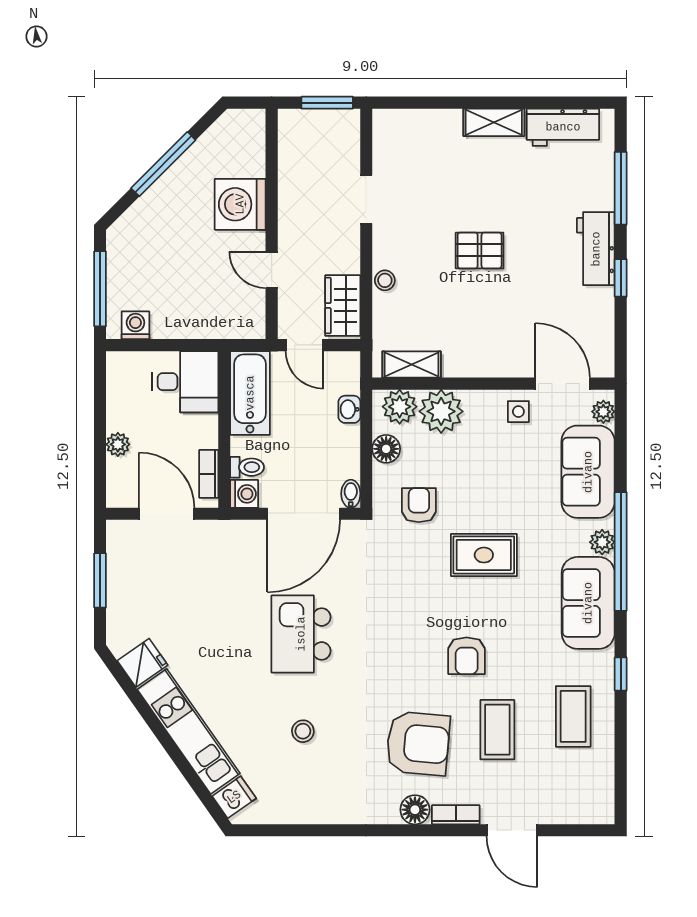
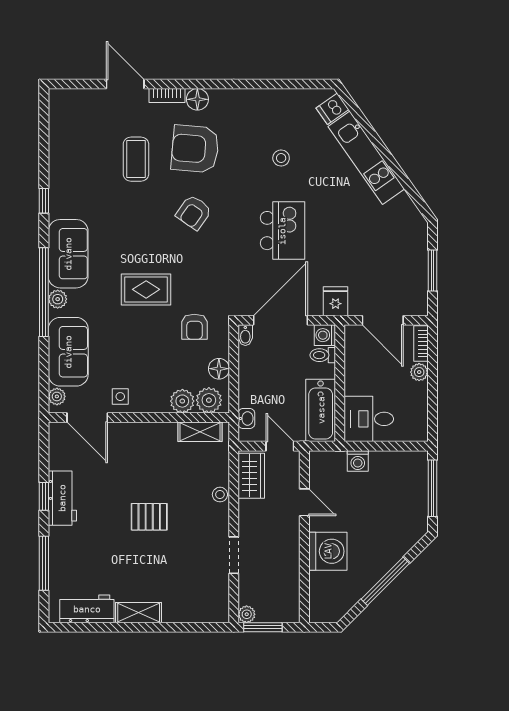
plant: (349, 120) -> (247, 614), added
workbench: (596, 249) -> (62, 498), moved
washing machine: (135, 325) -> (358, 461), moved
washbasin: (349, 409) -> (246, 419), moved
plant: (441, 411) -> (182, 401), width x0.73, depth x0.73
bookcase: (209, 474) -> (421, 344), moved, turned 180
armchair: (467, 656) -> (194, 212), moved, turned -145
fridge: (142, 663) -> (336, 301), moved, turned 125
coffee table: (573, 716) -> (79, 169), removed

